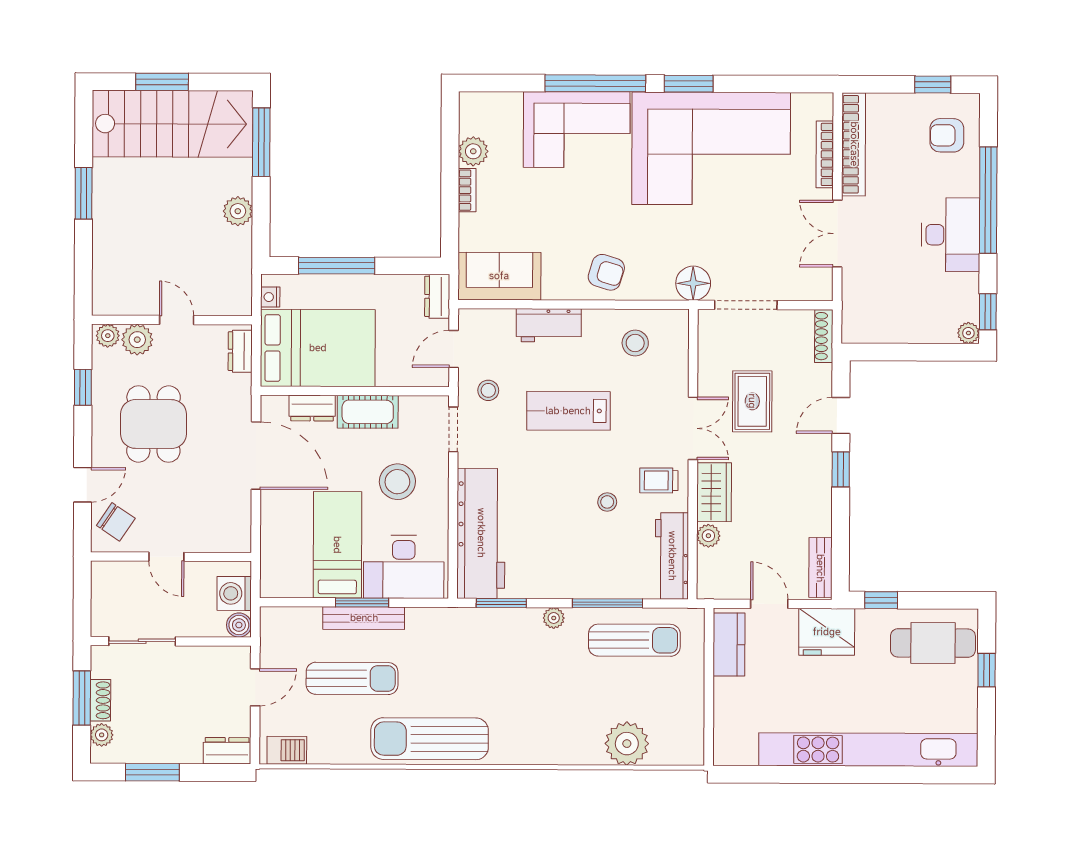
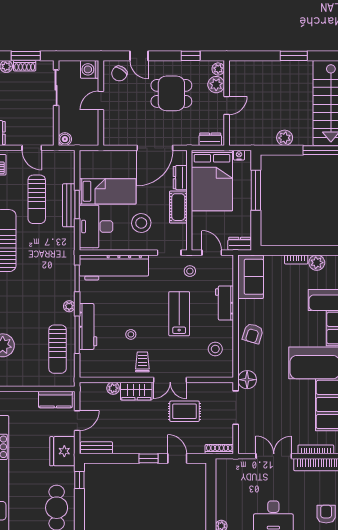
workbench: (672, 556) -> (88, 327), moved, turned 90
washing machine: (234, 593) -> (90, 69), moved, turned -90

